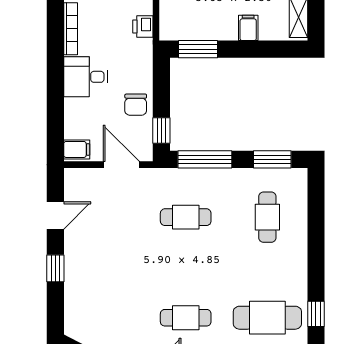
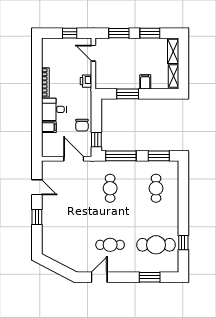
window: (198, 49) -> (128, 94), moved
filing cabinet: (77, 149) -> (49, 127), moved
door: (55, 216) -> (37, 187), hinge flipped
cafe table: (186, 217) -> (110, 188), turned 90

